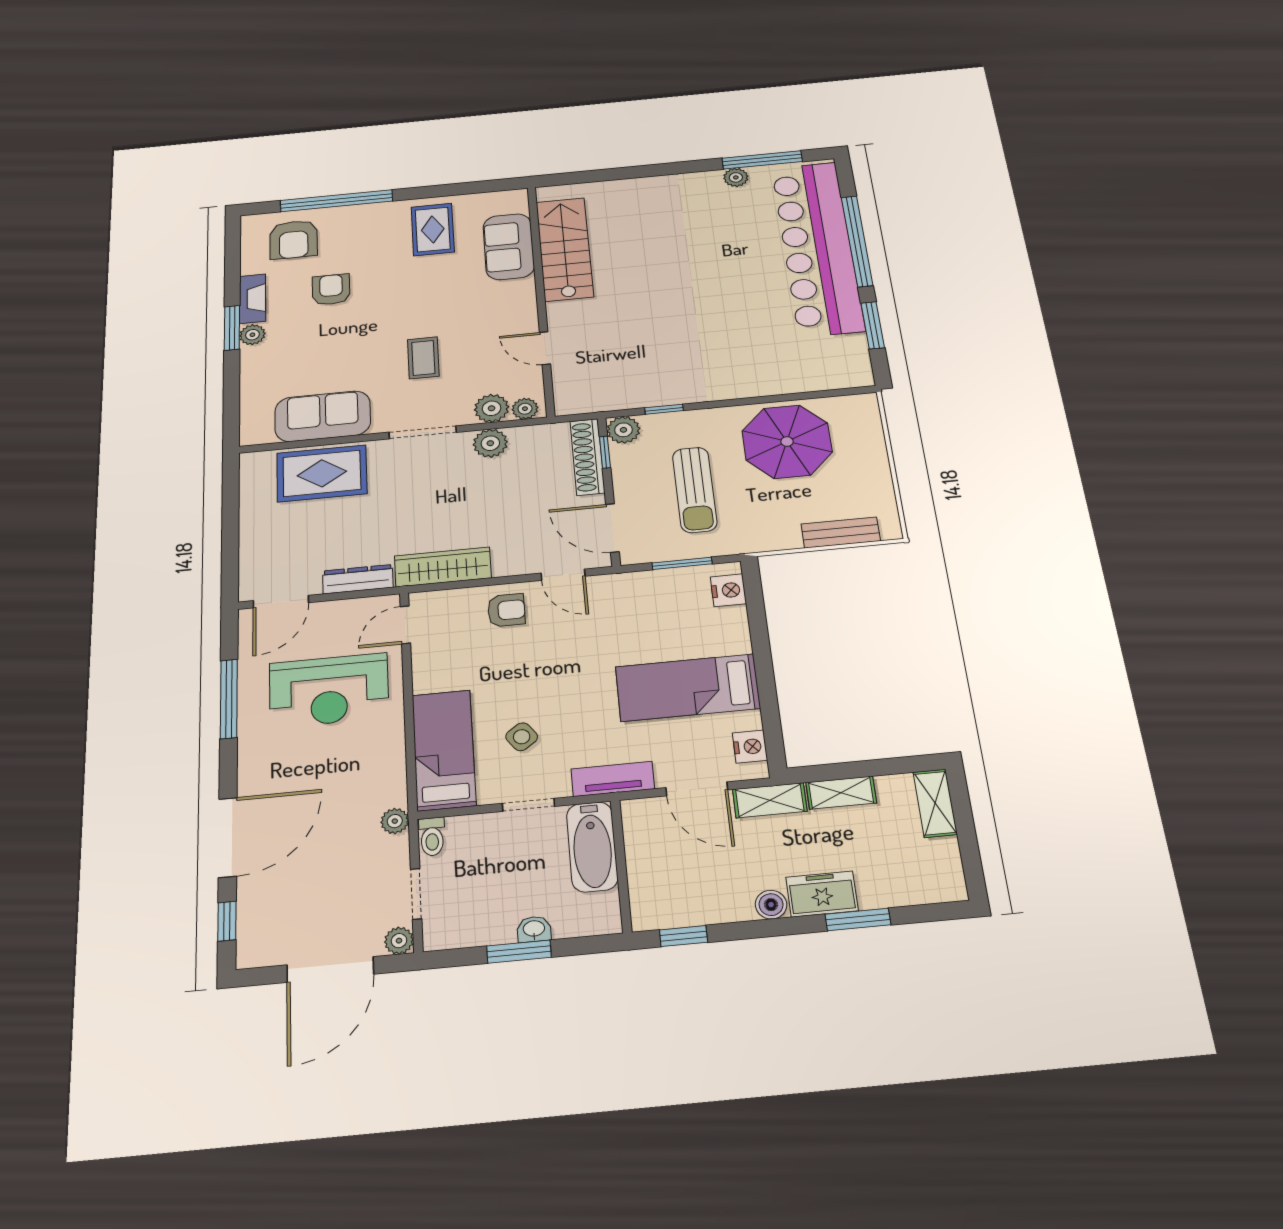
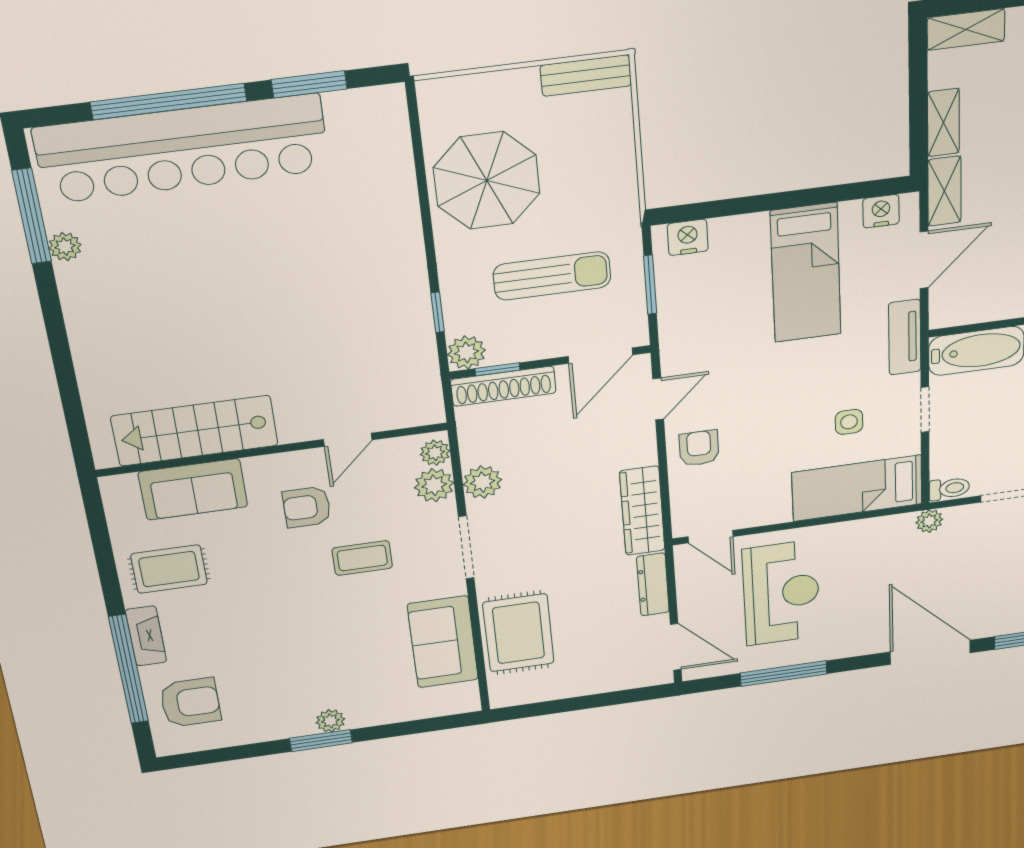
armchair: (331, 290) -> (307, 507), moved
fireplace: (253, 299) -> (146, 636), moved, turned 90
bench: (841, 532) -> (586, 76), moved, turned 90
side table: (522, 737) -> (849, 422), turned 36

